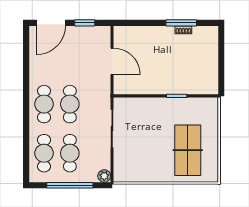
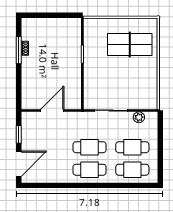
door: (51, 23) -> (19, 164), hinge flipped
plant: (104, 176) -> (139, 117), moved
window: (70, 185) -> (160, 147), removed

